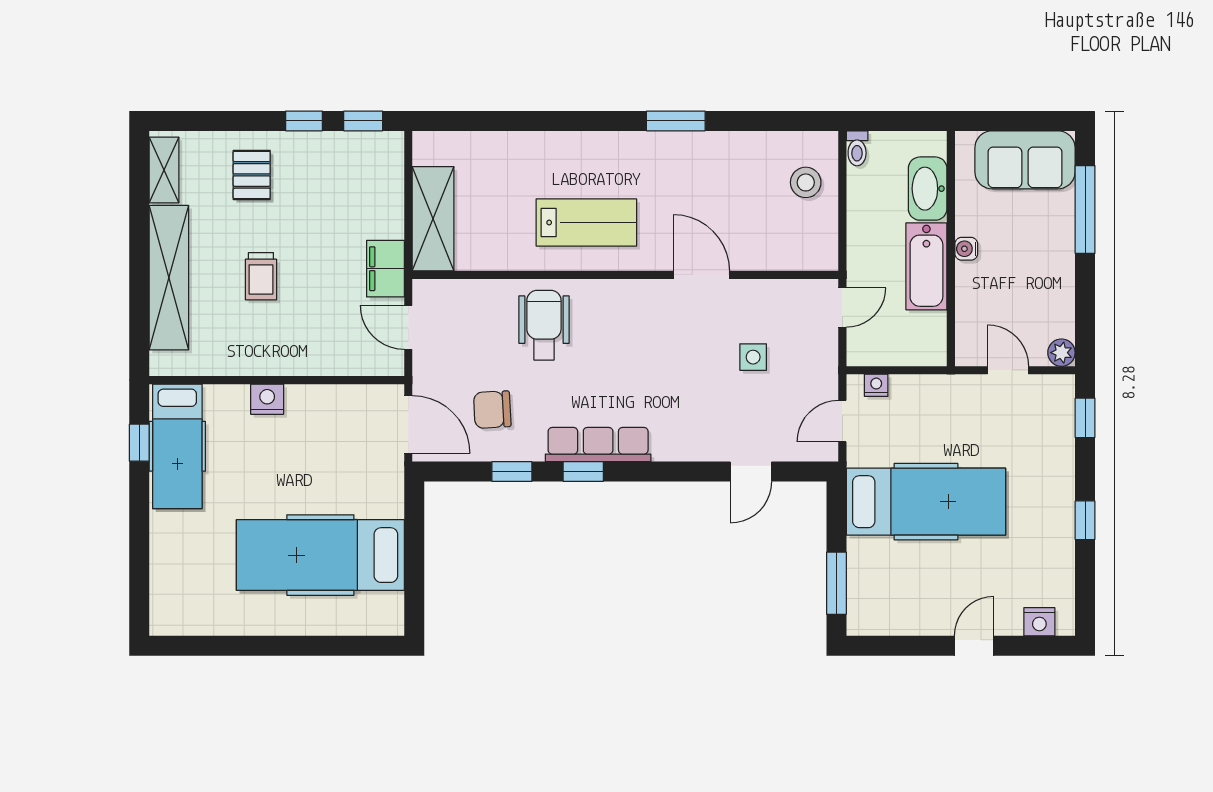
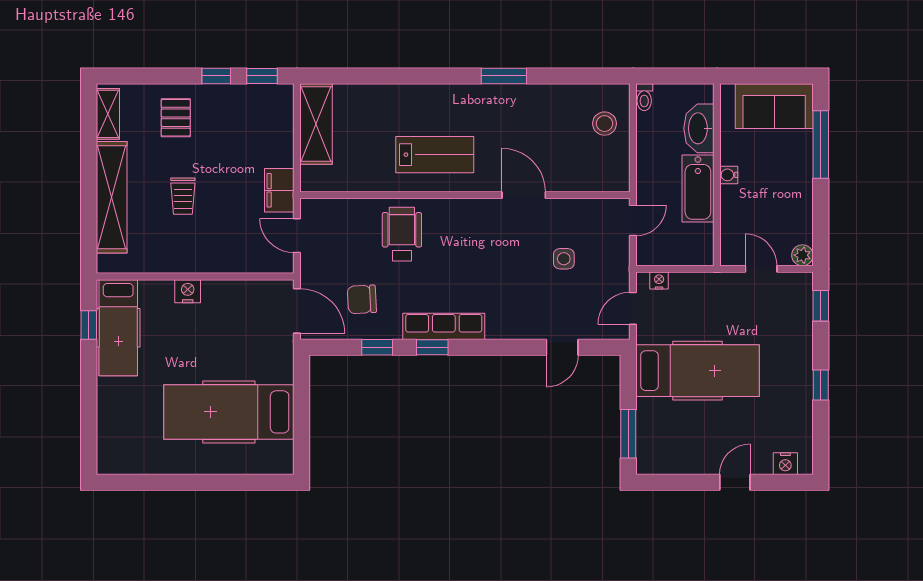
shelving: (433, 219) -> (316, 124), moved

